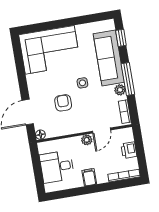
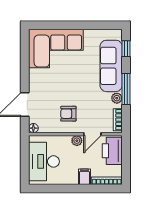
side table: (82, 83) -> (82, 85), removed
armchair: (63, 103) -> (68, 114), moved, turned -90
printer: (129, 150) -> (112, 151), width x1.87, depth x1.48
desk: (57, 167) -> (44, 161), width x1.37
filing cabinet: (89, 177) -> (85, 177), moved

